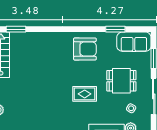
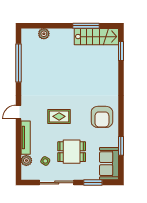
dining table: (121, 81) -> (72, 152), turned 90
rug: (85, 94) -> (59, 116), turned 90

